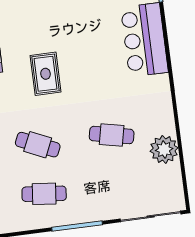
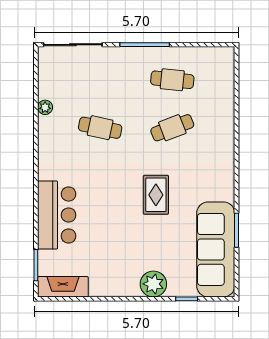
cafe table: (38, 145) -> (172, 128), turned -45
plant: (164, 149) -> (45, 107), width x0.53, depth x0.53

